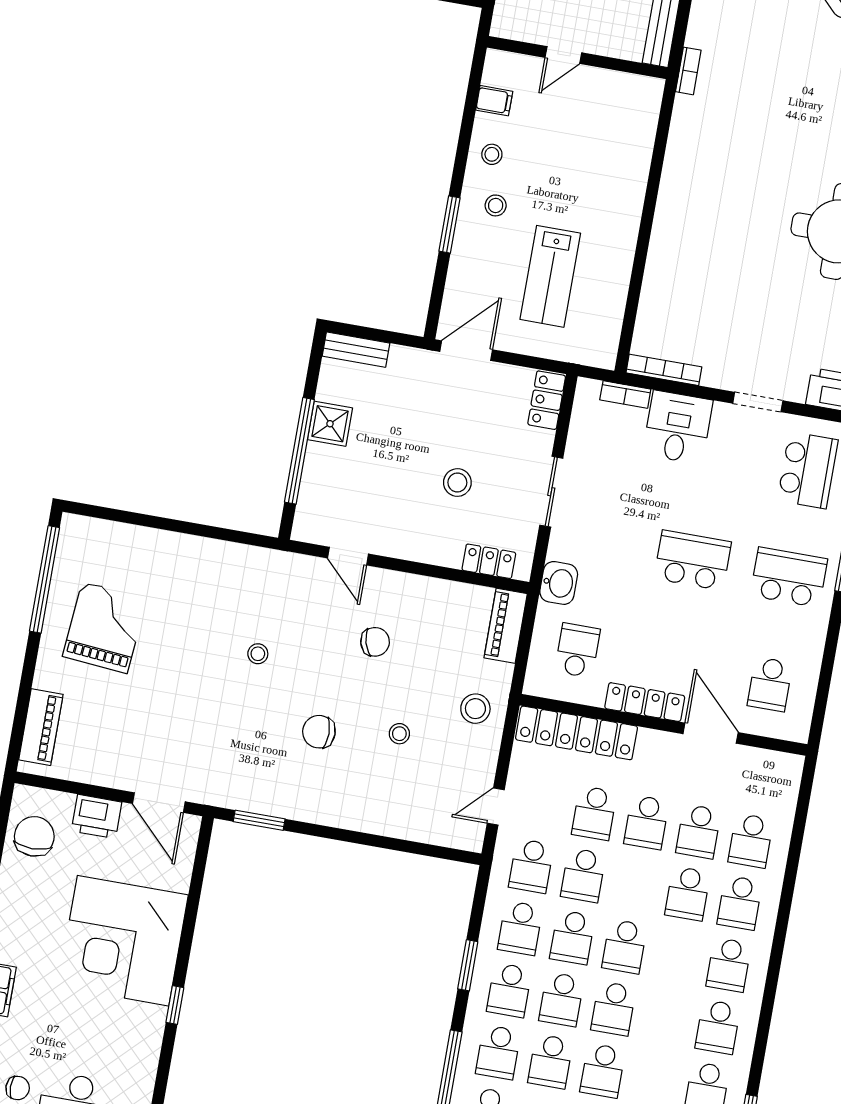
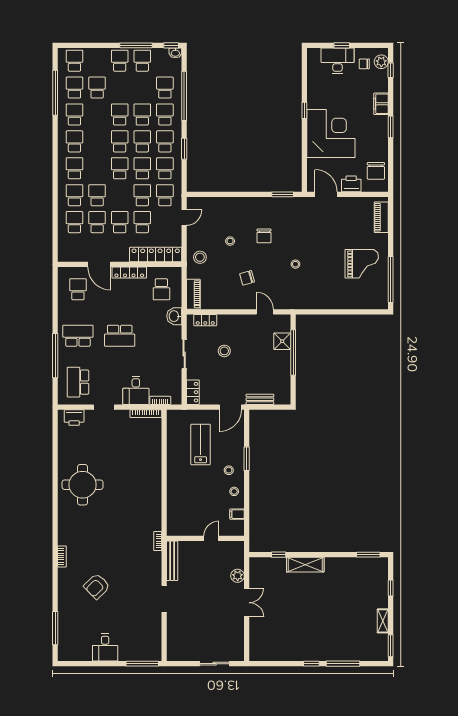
bench: (356, 350) -> (260, 399), moved
shower: (330, 424) -> (282, 341), moved
school desk: (789, 577) -> (78, 336), turned 180
grand piano: (105, 627) -> (362, 264), turned -95
chair: (319, 732) -> (264, 236), turned 90

